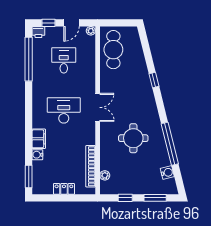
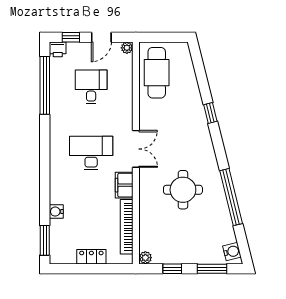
filing cabinet: (39, 139) -> (124, 185), moved, turned 180
water cooler: (167, 173) -> (232, 252), moved
plant: (105, 175) -> (145, 258), moved

